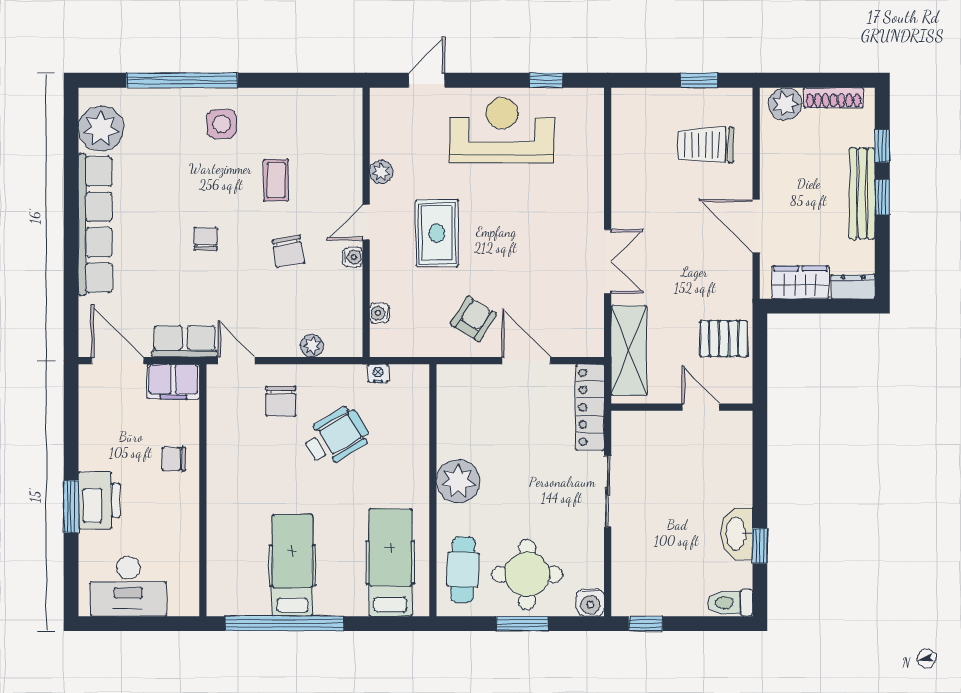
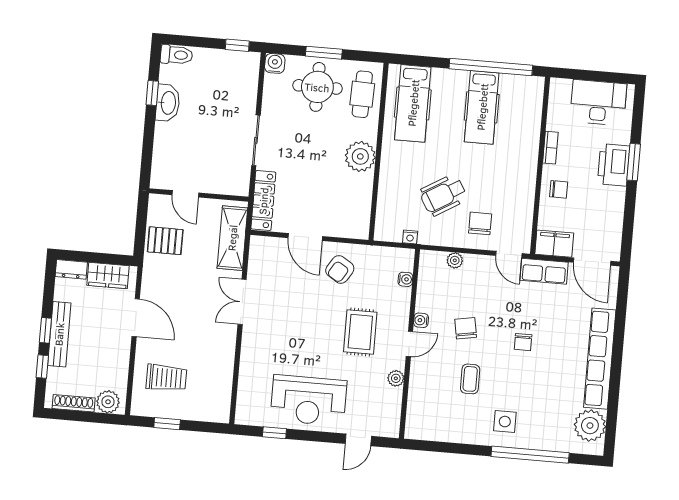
bookcase: (190, 517) -> (550, 148), added

